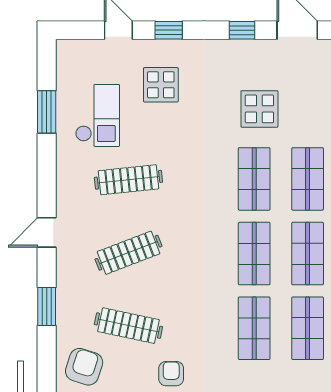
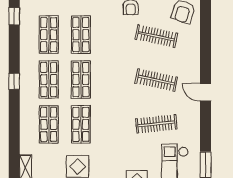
door: (47, 232) -> (206, 92), swing flipped
clothes rail: (128, 253) -> (156, 80), turned 33
window: (47, 306) -> (206, 48), removed

